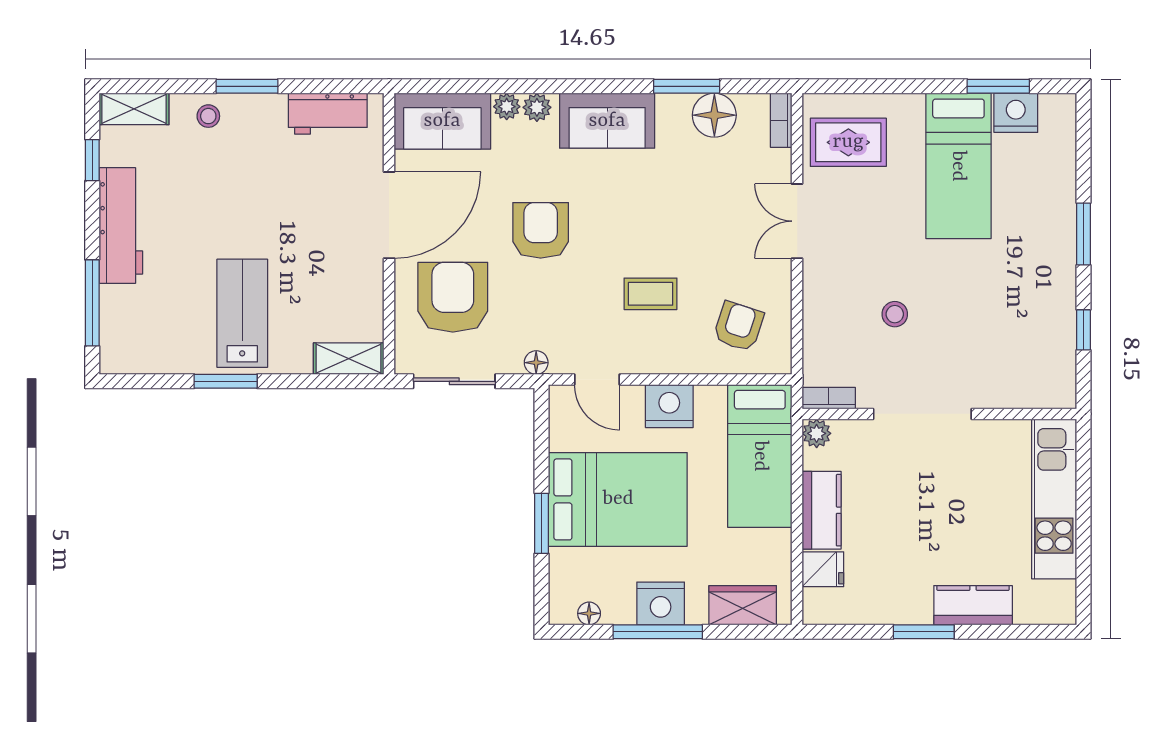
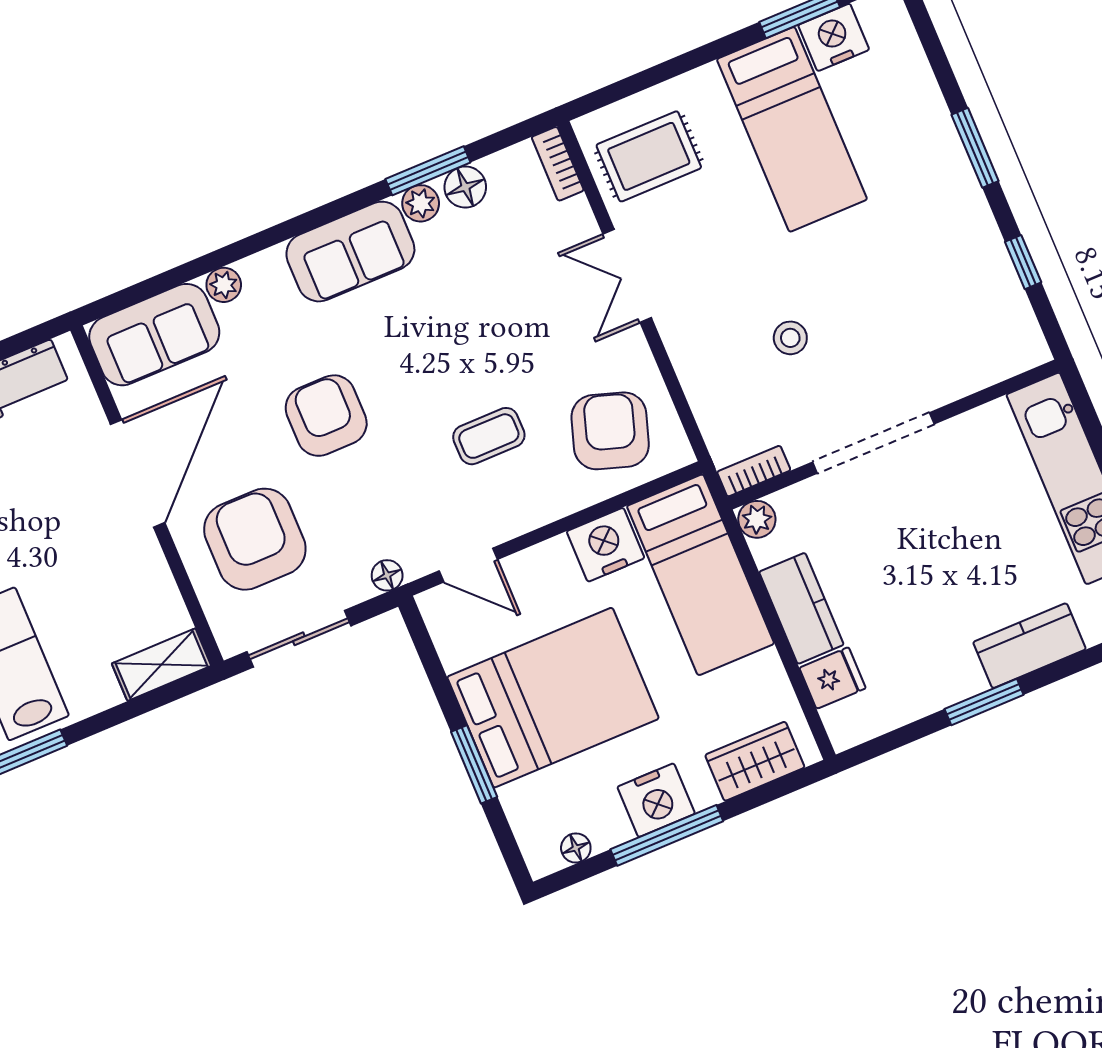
plant: (537, 107) -> (421, 203), moved
floor lamp: (714, 115) -> (465, 187), width x0.73, depth x0.73
armchair: (738, 326) -> (610, 431), width x1.38, depth x1.38
nightstand: (669, 406) -> (606, 545), moved

